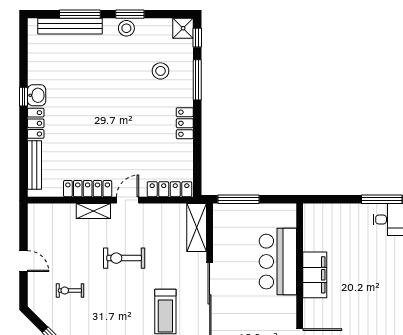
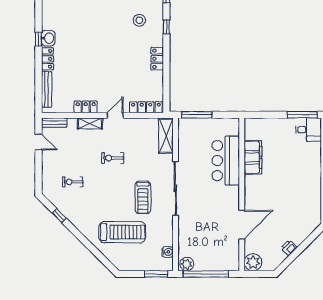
window: (197, 80) -> (166, 27), width x0.46
locker: (88, 189) -> (86, 107), width x0.66
bench: (45, 210) -> (54, 123), added
exercise bike: (124, 258) -> (113, 158), width x0.73, depth x0.72
door: (24, 261) -> (39, 142), moved
filing cabinet: (315, 275) -> (253, 157), moved

